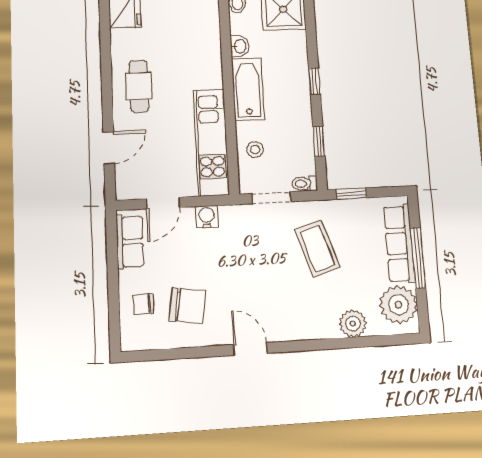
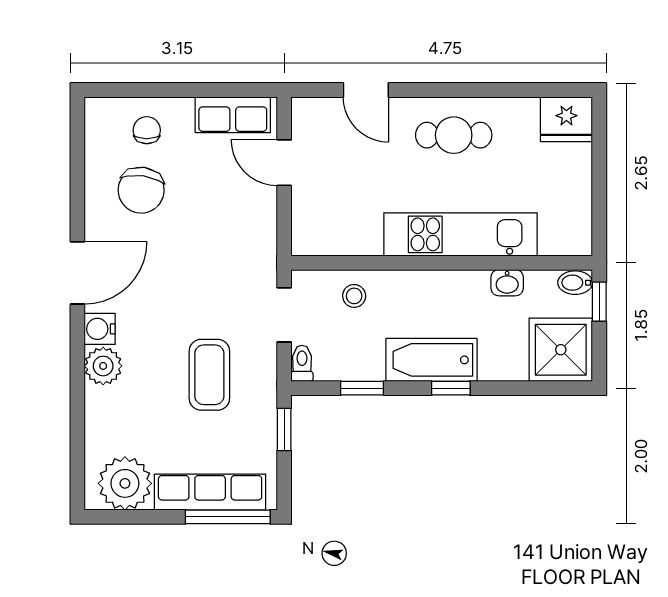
bathtub: (248, 89) -> (432, 360), moved, turned 180
kitchen unit: (211, 142) -> (461, 234), moved
water cooler: (207, 217) -> (100, 329), moved, turned 180
coffee table: (317, 248) -> (209, 375), turned -72
window: (418, 258) -> (228, 517), moved
plant: (353, 324) -> (103, 366), moved
door: (250, 349) -> (77, 273), width x1.38

